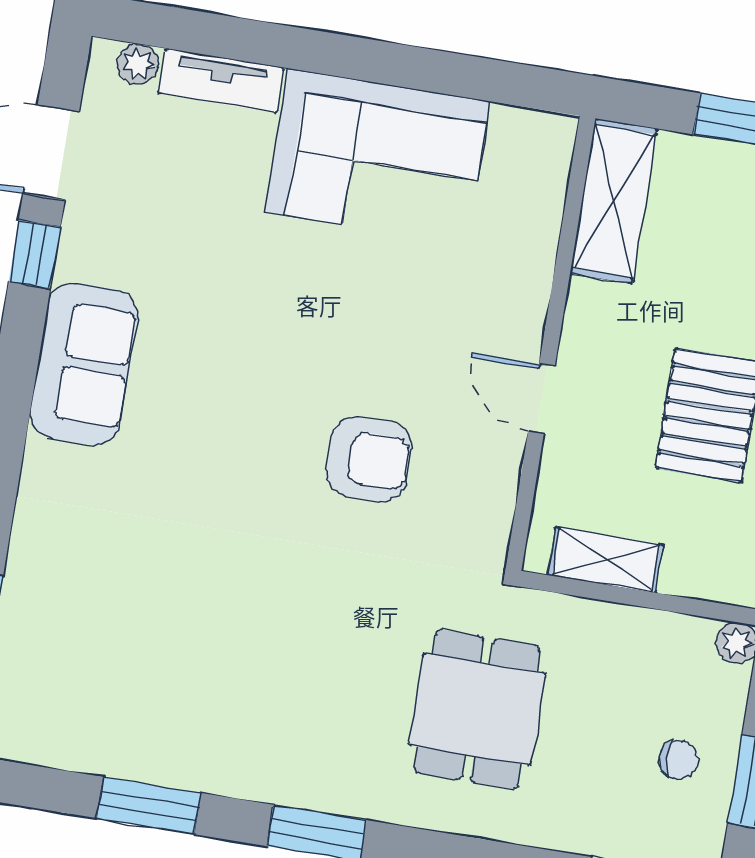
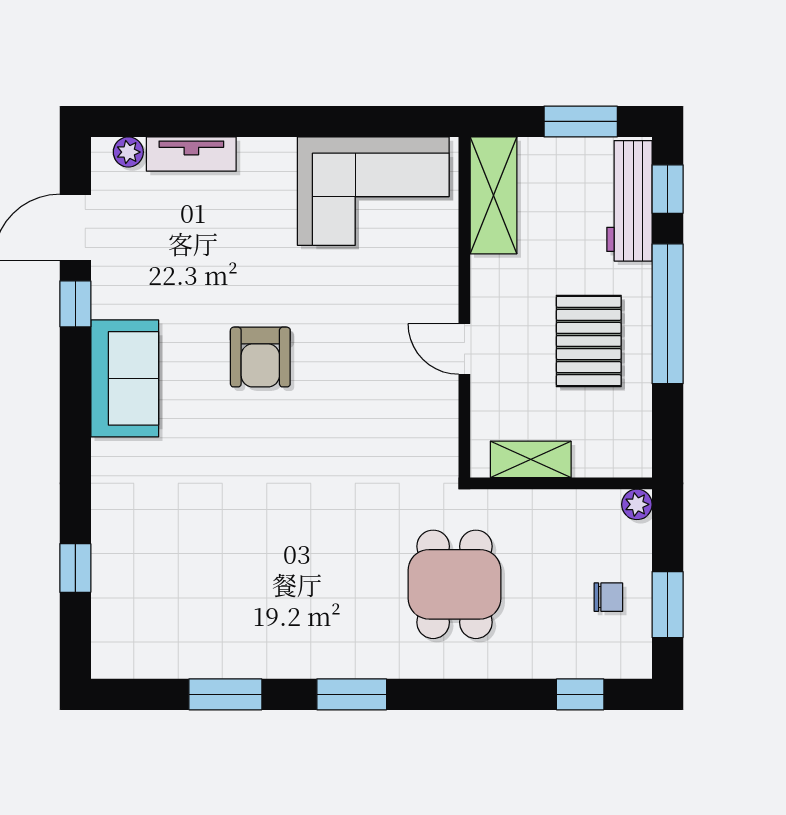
corner sofa: (378, 157) -> (373, 191), moved
armchair: (369, 459) -> (260, 357), moved, turned 90

